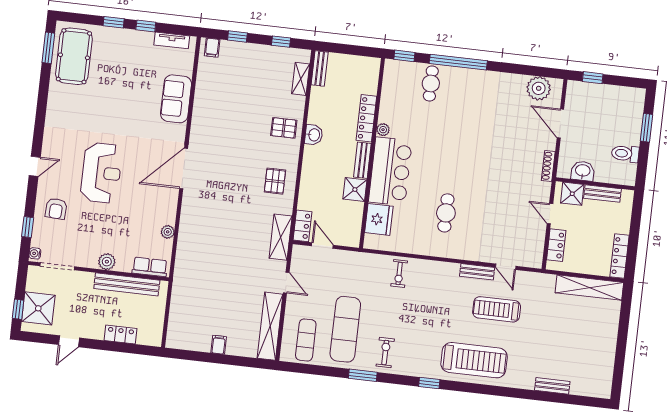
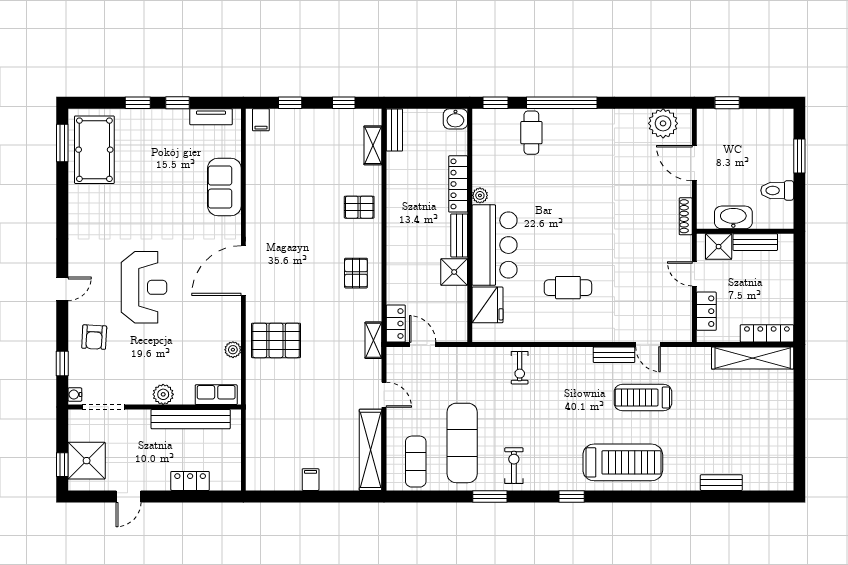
washbasin: (314, 135) -> (455, 119), moved, turned 90
washbasin: (583, 171) -> (733, 217), width x1.38
cafe table: (446, 213) -> (568, 288), turned 90
pallet: (204, 228) -> (276, 340), added
shelving: (281, 237) -> (373, 340), width x0.67, depth x0.75
locker: (620, 256) -> (767, 333), moved, turned 90

